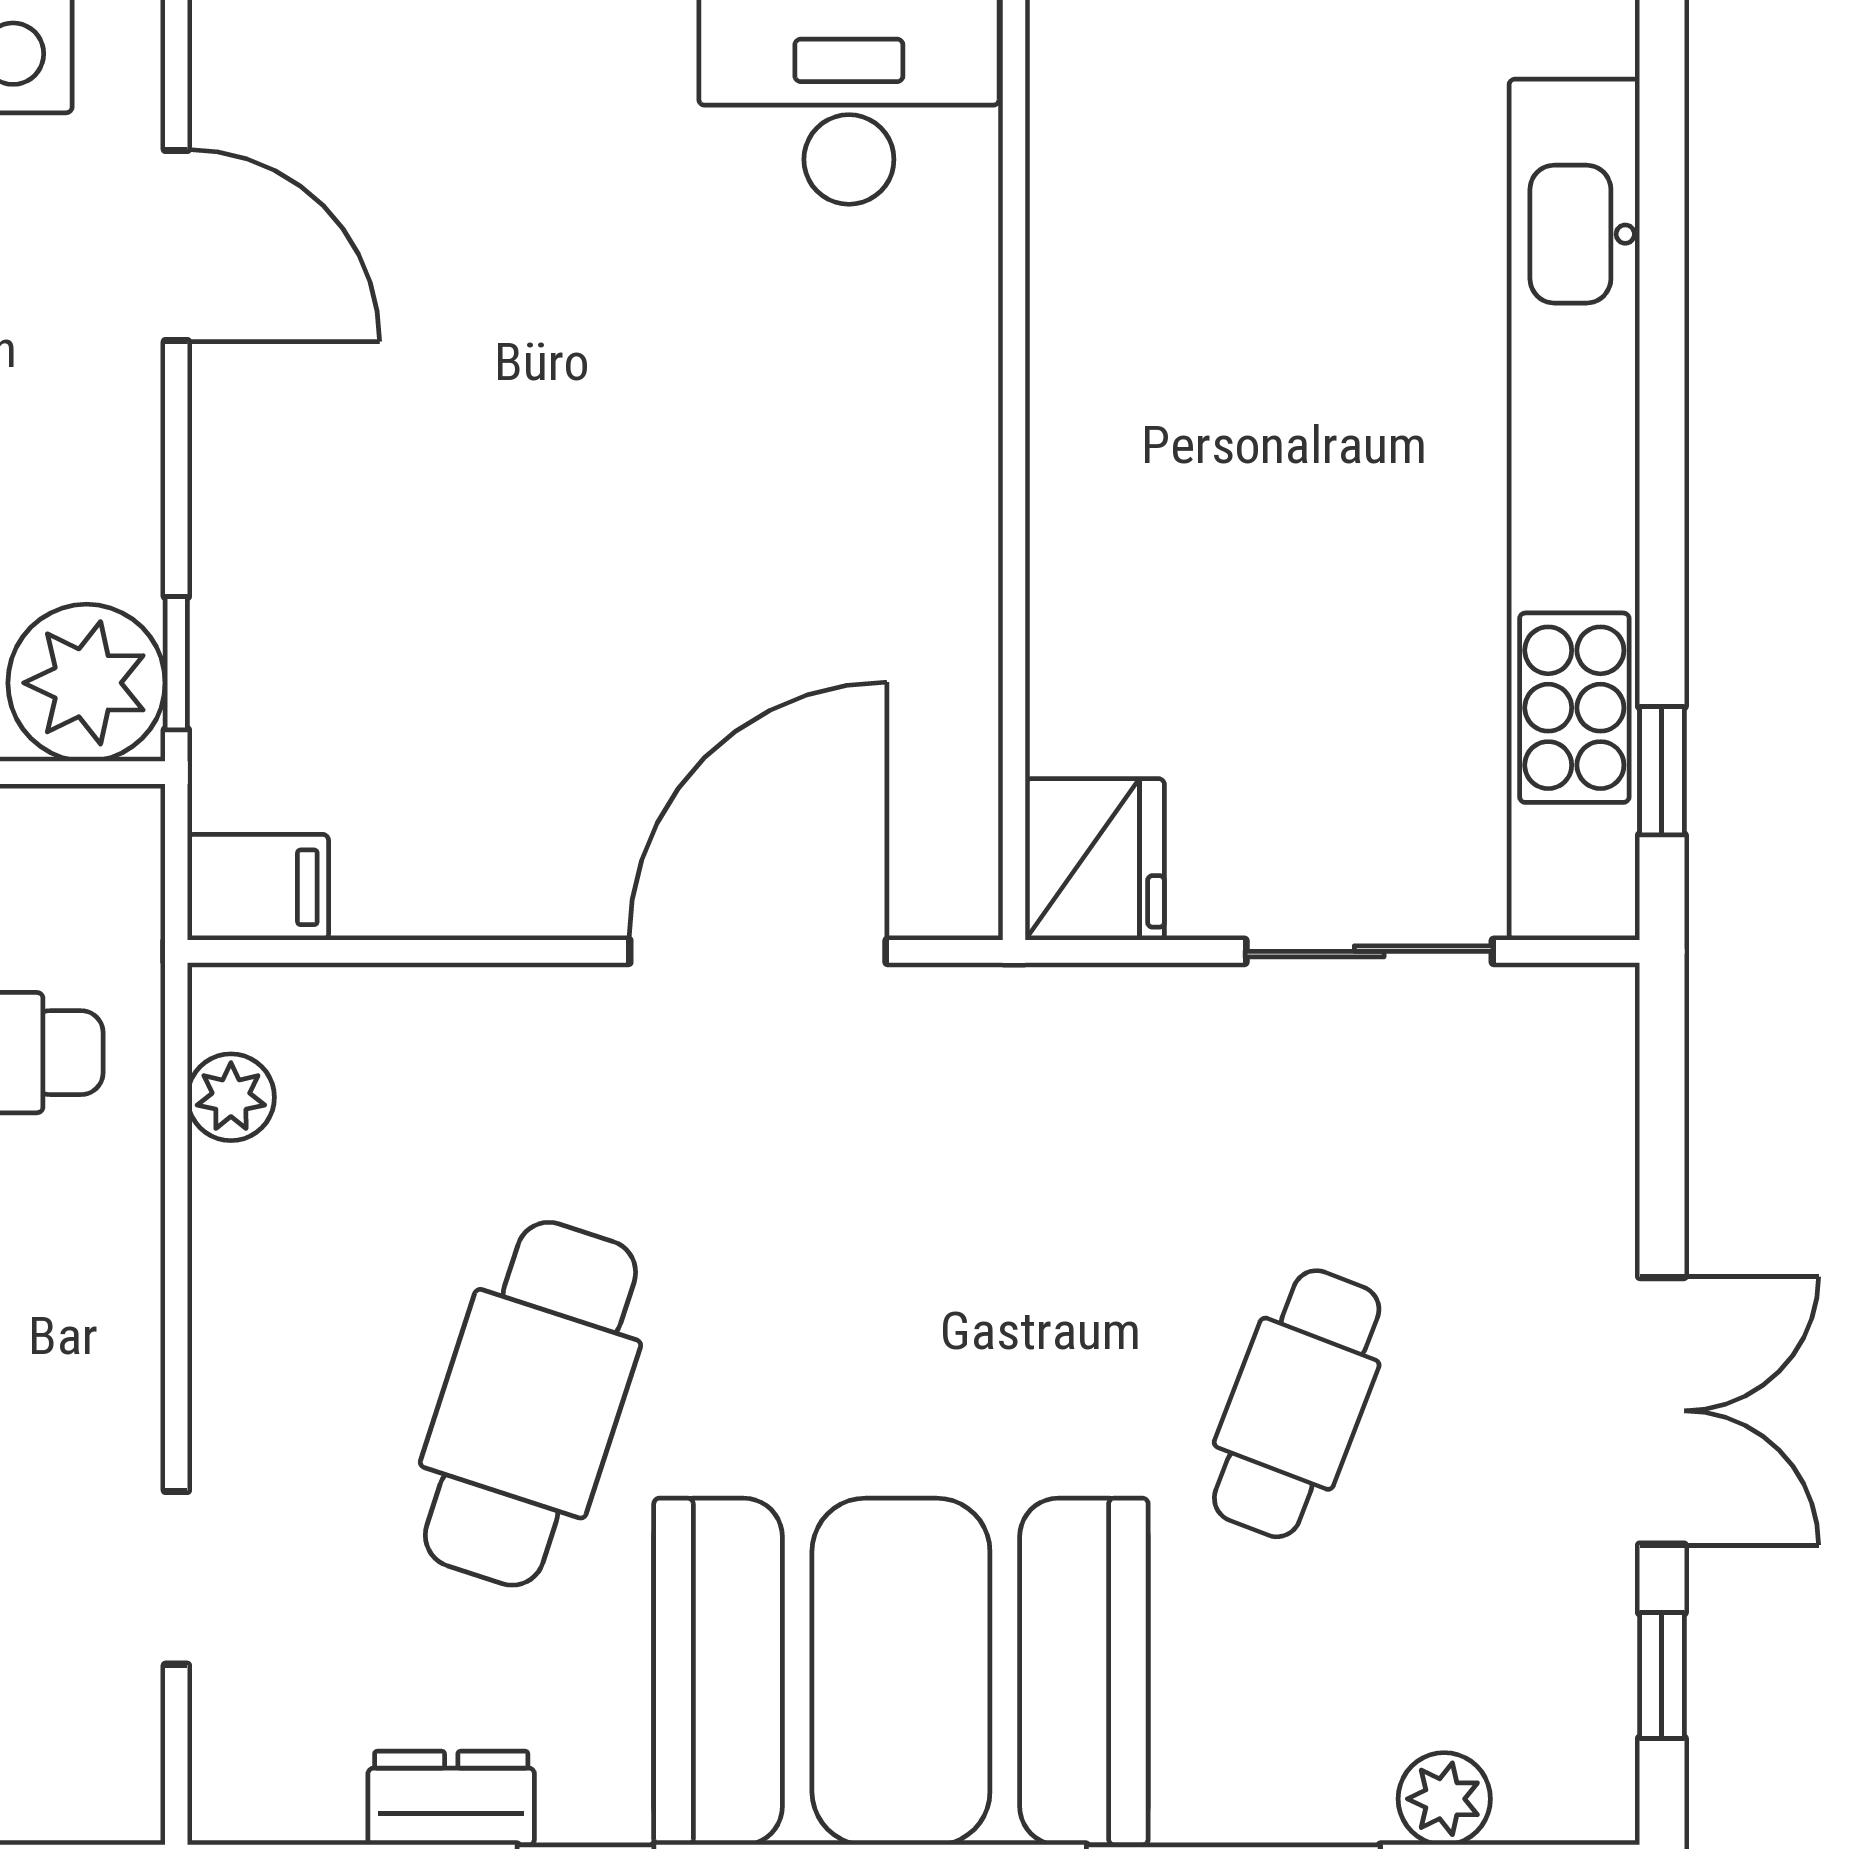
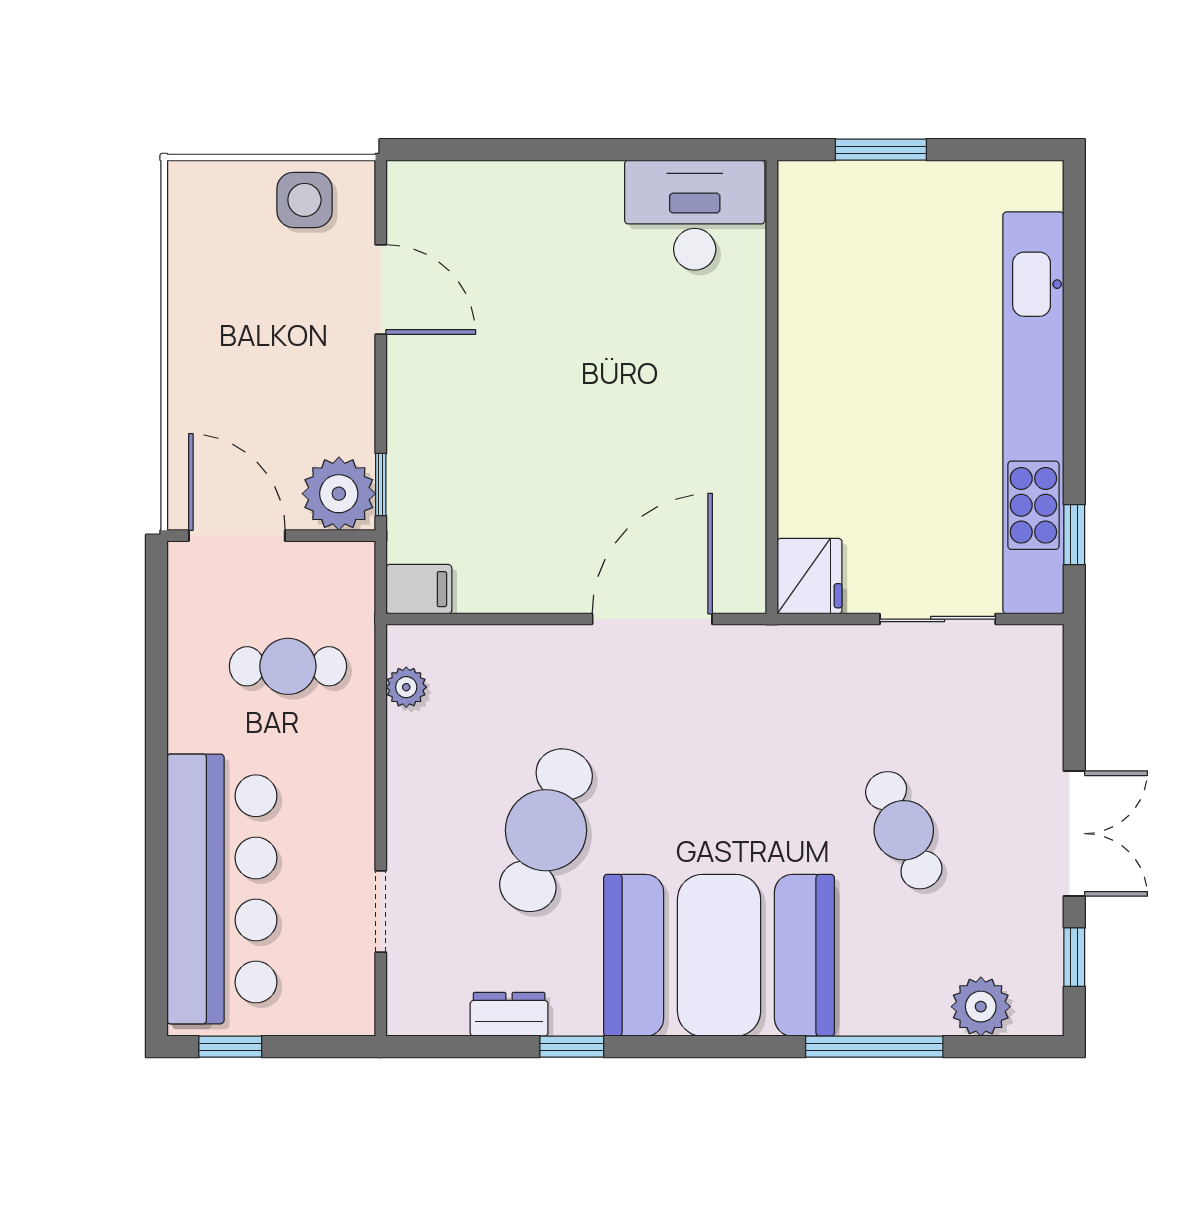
cafe table: (1297, 1404) -> (904, 830), turned -45
plant: (1444, 1799) -> (981, 1007), width x1.38, depth x1.38

